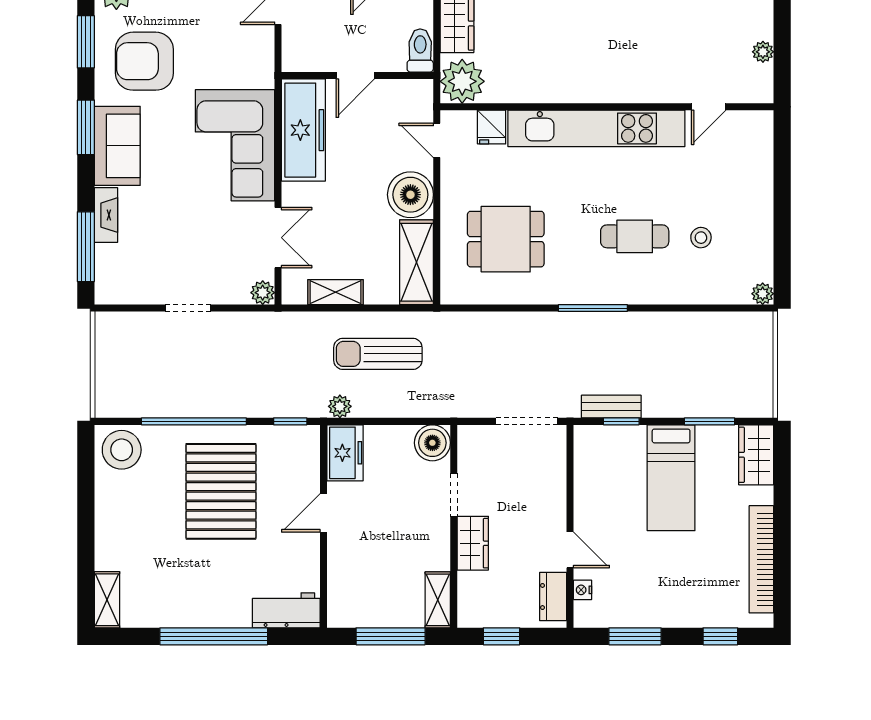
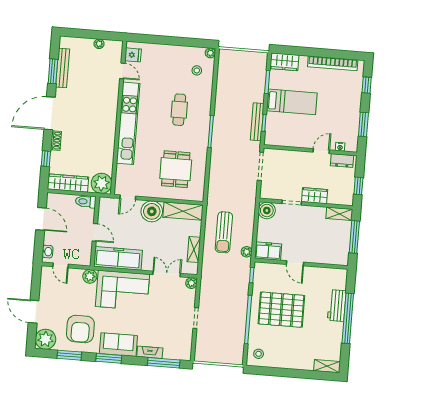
plant: (260, 72) -> (90, 276), added
fridge: (492, 127) -> (133, 55), moved
stool: (701, 238) -> (197, 70), moved
bench: (611, 407) -> (257, 122), width x1.36
stool: (122, 450) -> (259, 354), width x0.53, depth x0.53
workbench: (286, 610) -> (337, 306), moved

